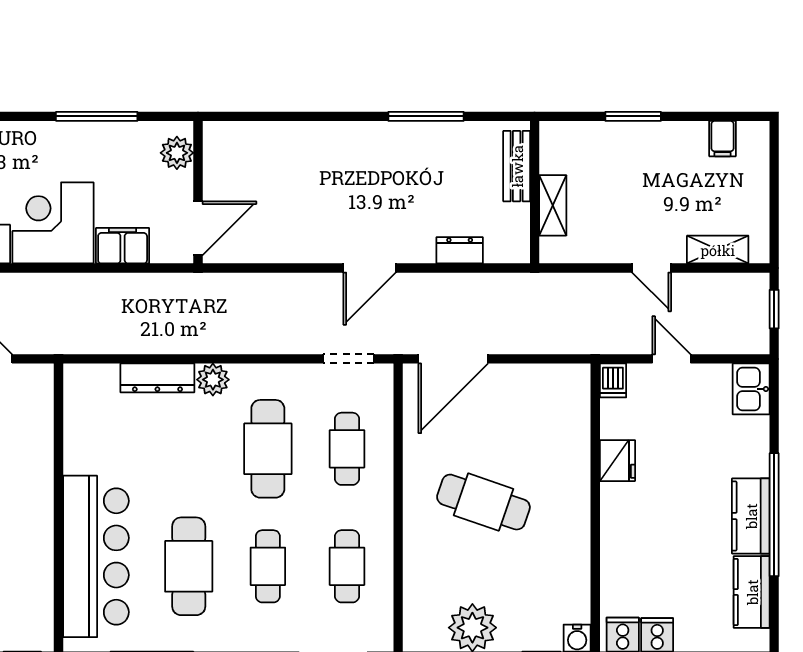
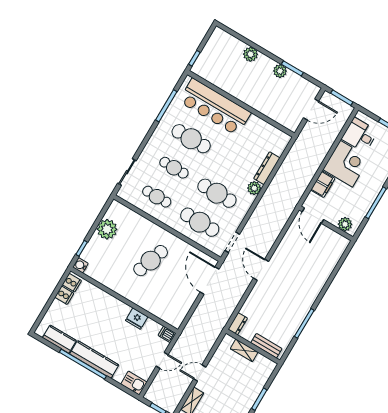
dresser: (460, 250) -> (238, 324), moved
cafe table: (347, 449) -> (200, 222), width x1.37, depth x1.35
kitchen counter: (751, 516) -> (94, 359), width x1.50

